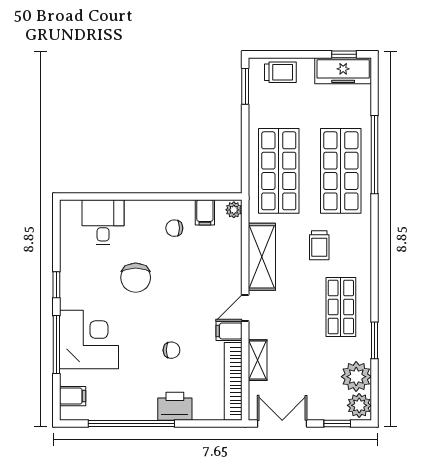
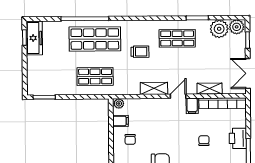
trolley: (280, 72) -> (36, 76), removed
shop shelf: (279, 171) -> (95, 76), width x0.70, depth x0.74
shelving: (262, 257) -> (154, 88), width x0.67, depth x0.75
door: (245, 308) -> (178, 96), swing flipped

